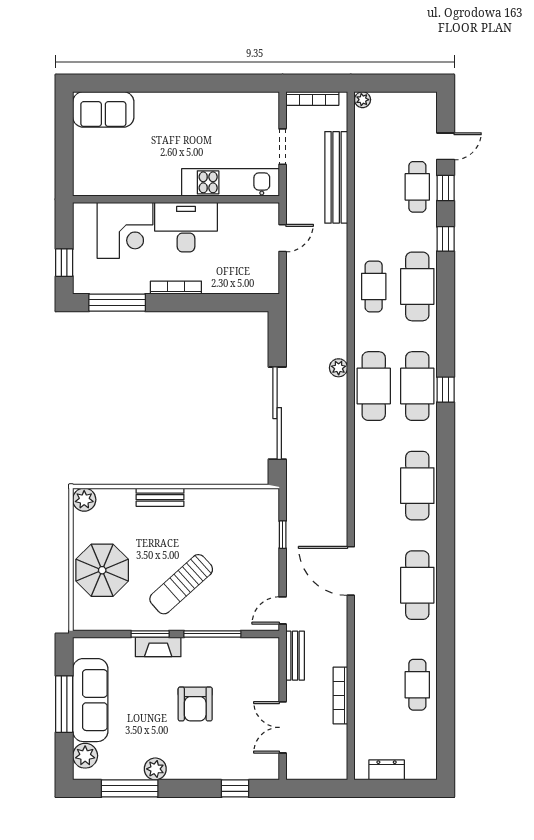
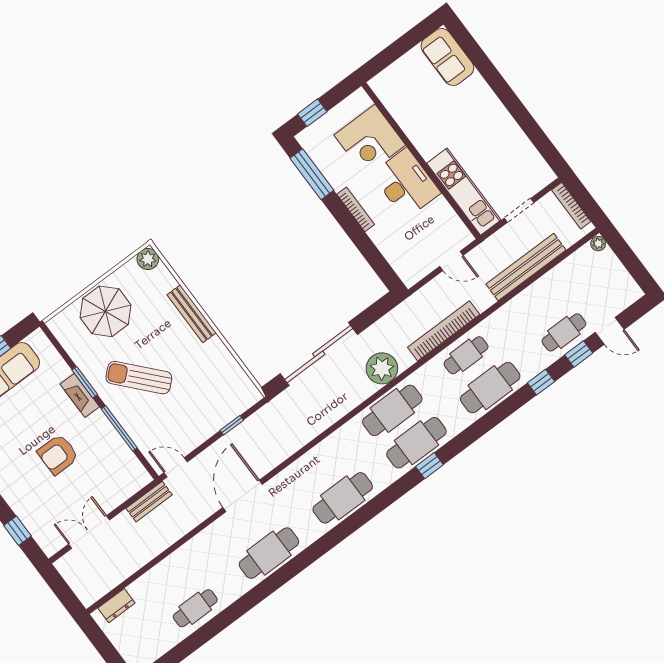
plant: (339, 368) -> (382, 368), width x1.88, depth x1.88
bench: (160, 497) -> (192, 314), width x1.36
bookcase: (340, 695) -> (444, 331), moved, width x1.48, depth x1.31
dresser: (387, 770) -> (116, 606), moved, turned 90

